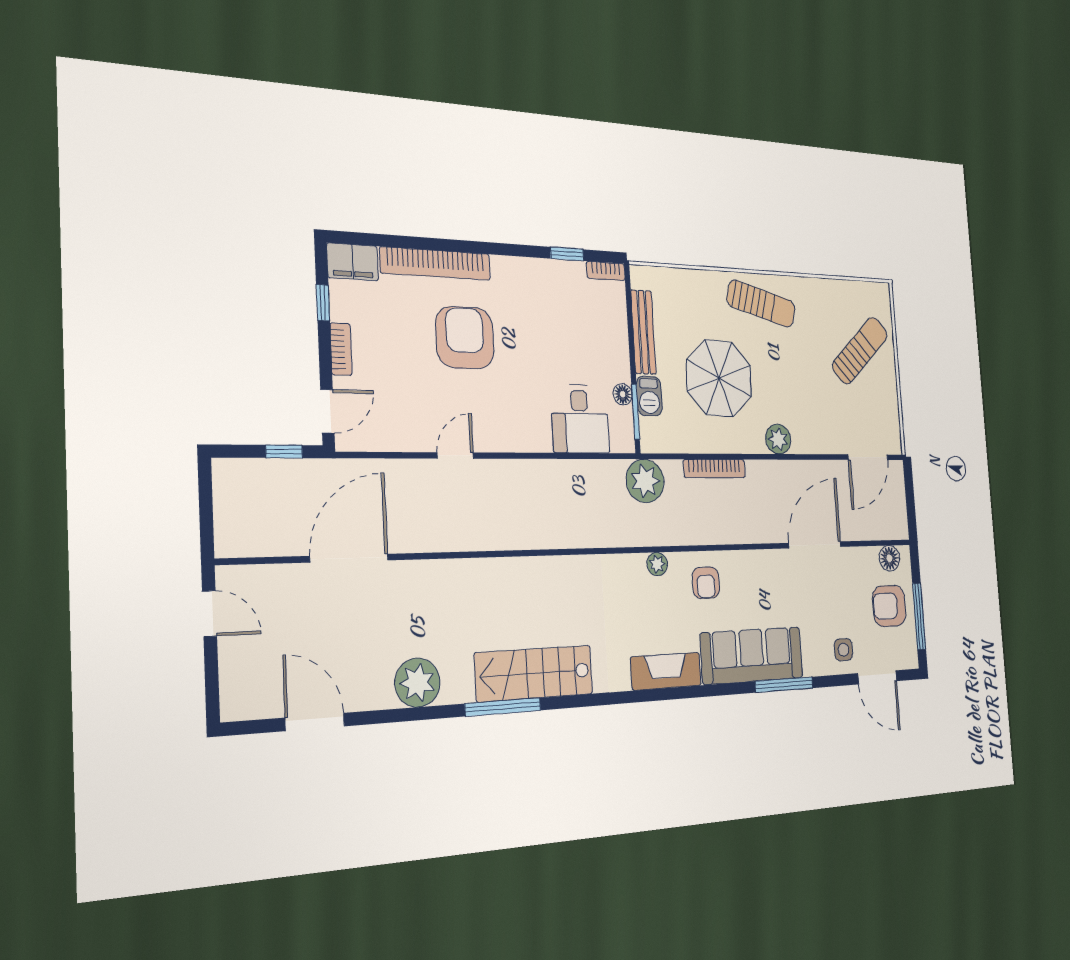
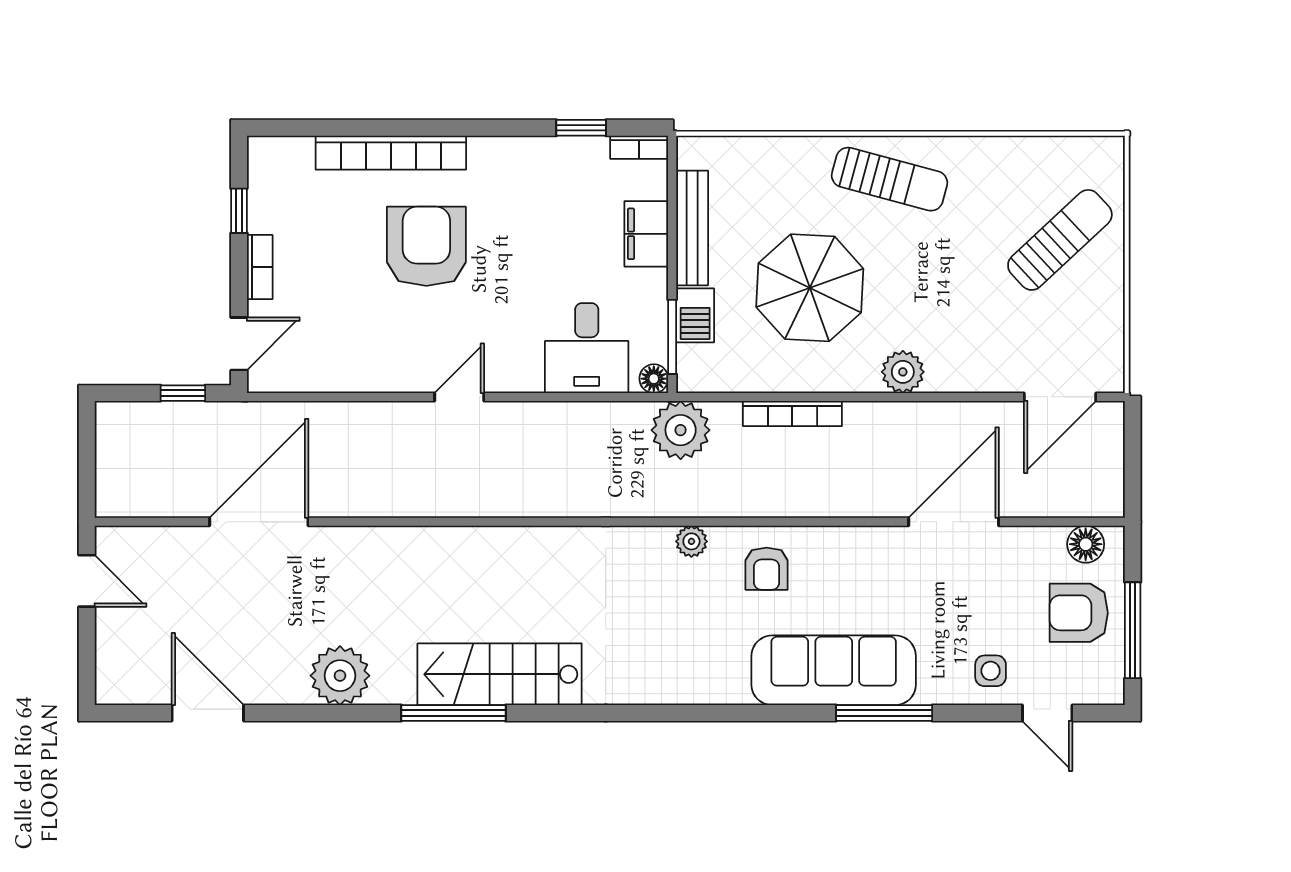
filing cabinet: (353, 262) -> (646, 234), moved, turned 90
floor lamp: (623, 394) -> (654, 379), moved
door: (455, 455) -> (459, 397), moved
fireplace: (666, 671) -> (695, 683), removed
door: (877, 677) -> (1047, 713), width x0.73

